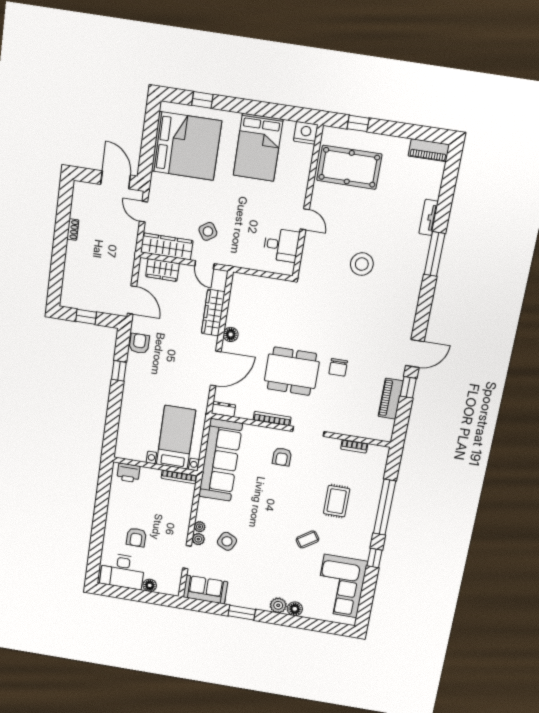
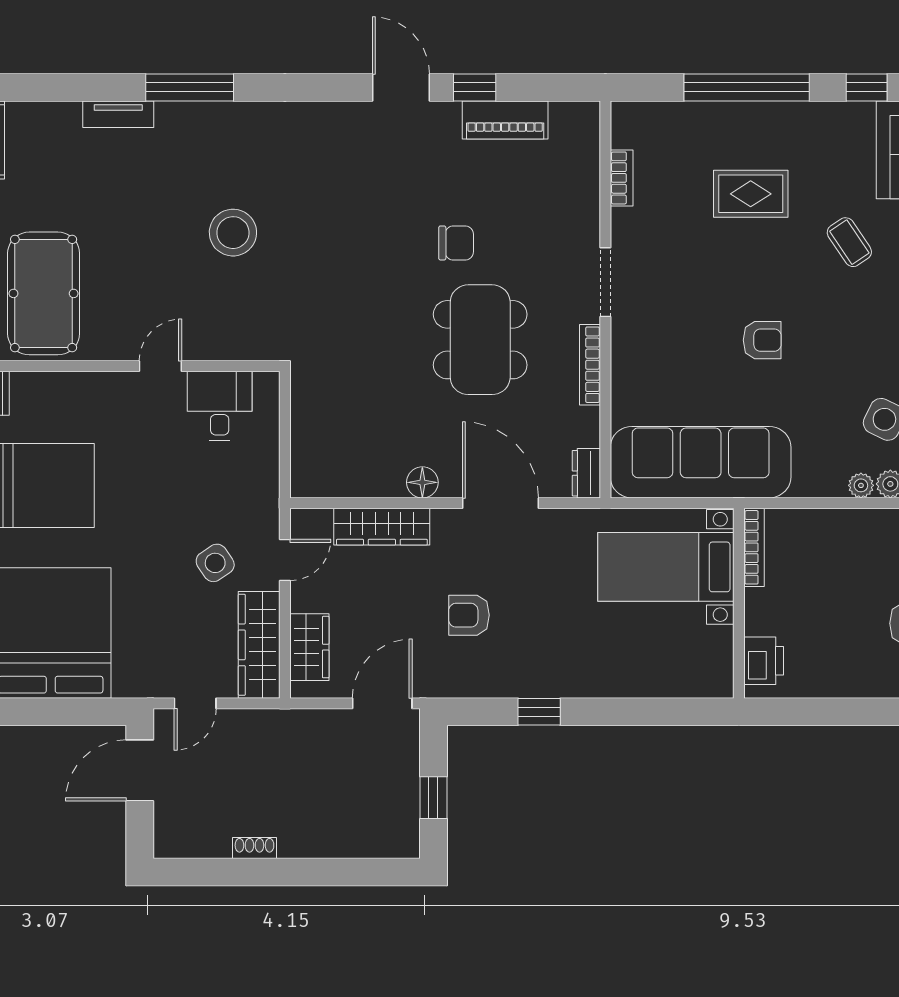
armchair: (139, 343) -> (469, 615), moved
armchair: (282, 457) -> (762, 340), moved

